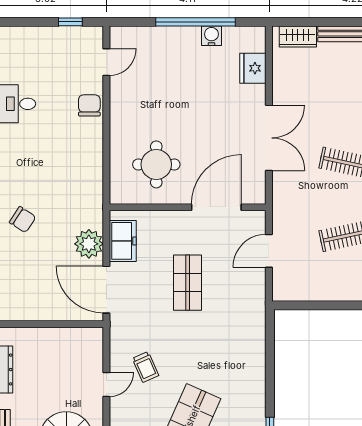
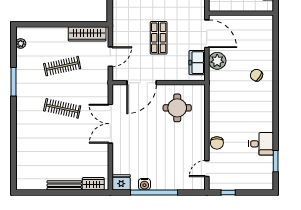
fridge: (253, 68) -> (121, 182), moved, turned -90
wardrobe: (308, 289) -> (87, 34), added

